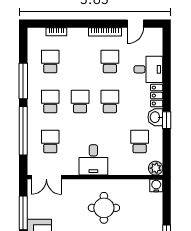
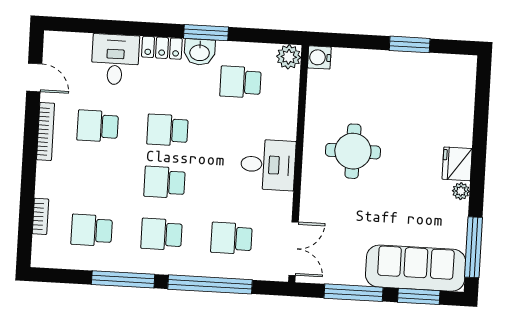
window: (167, 120) -> (206, 33), width x1.50

